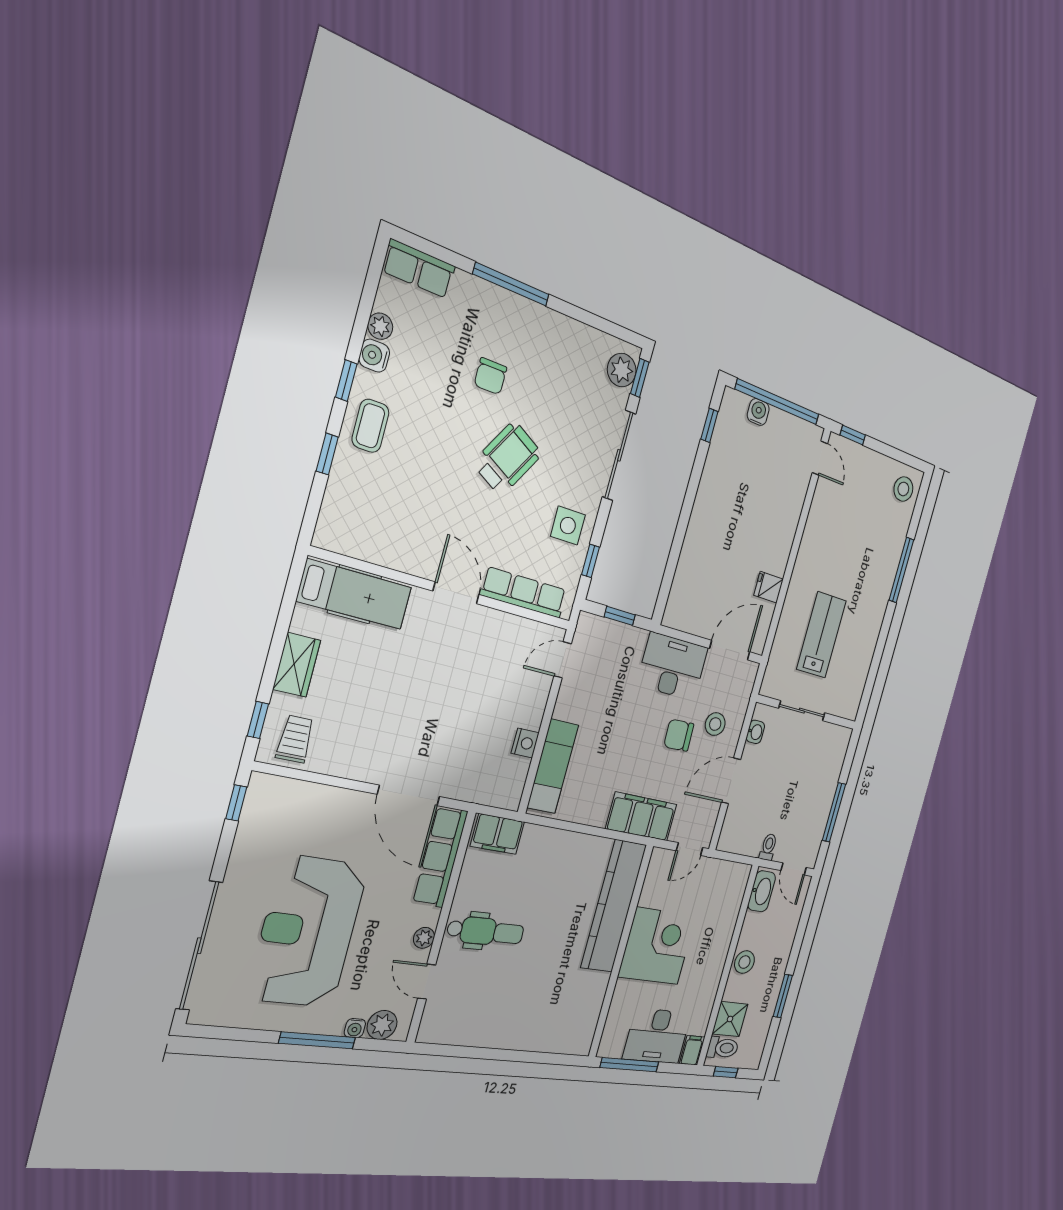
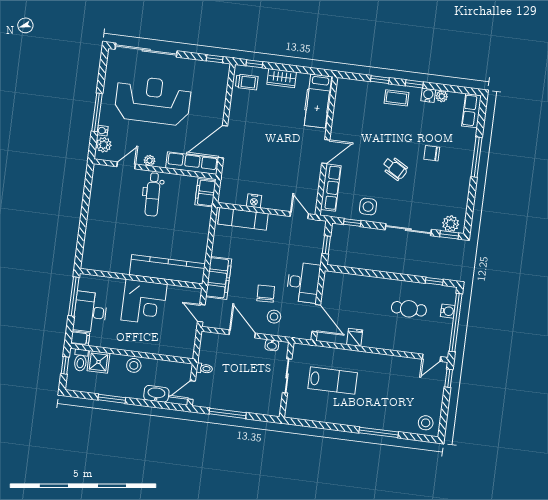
wheelchair: (508, 458) -> (395, 168), width x0.73, depth x0.73
cafe table: (743, 482) -> (409, 309), added
washbasin: (762, 891) -> (156, 394), moved, turned 180

